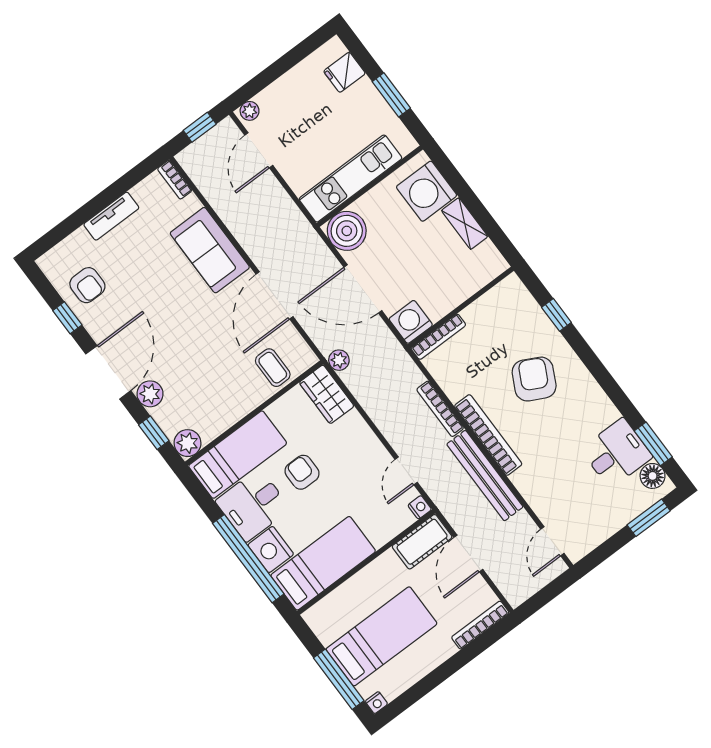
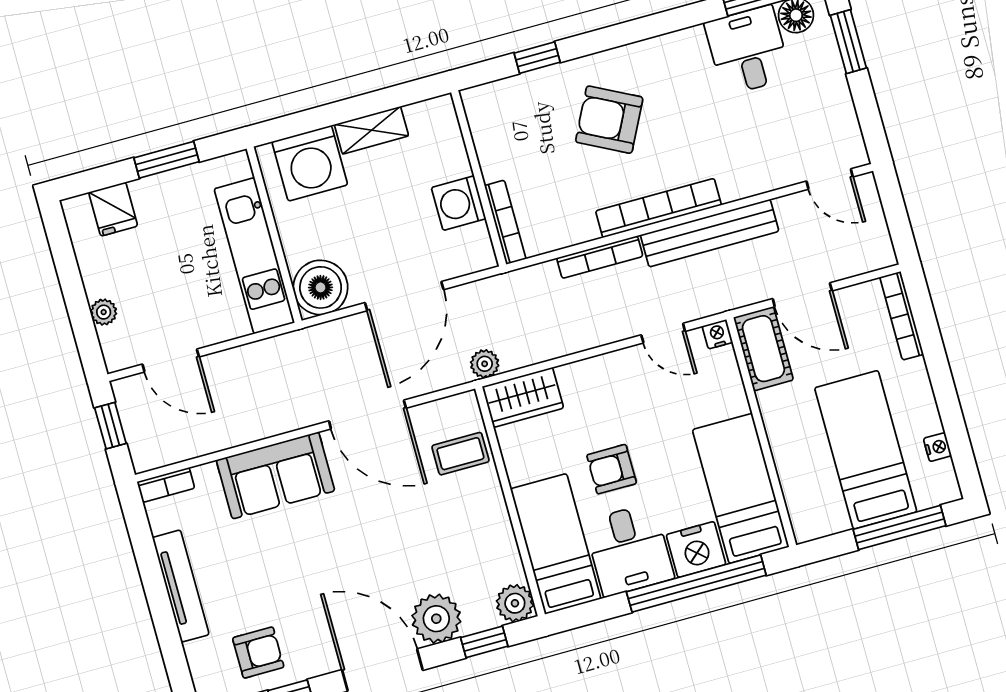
plant: (250, 111) -> (104, 312), moved
tv unit: (111, 216) -> (181, 586), width x1.41
washing machine: (411, 322) -> (459, 203), moved
plant: (150, 394) -> (436, 619), width x1.36, depth x1.36
nightstand: (376, 703) -> (937, 447), moved

